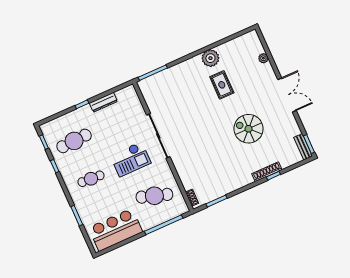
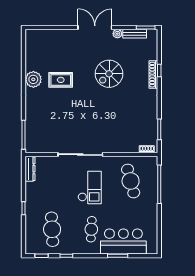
plant: (263, 58) -> (117, 34), moved
dresser: (103, 102) -> (30, 169), moved
bench: (303, 147) -> (135, 34), moved
cafe table: (154, 196) -> (131, 181), turned -33
bar counter: (116, 230) -> (123, 241), moved, turned 90

